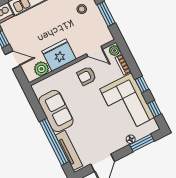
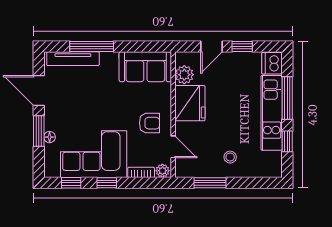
door: (95, 51) -> (173, 147), swing flipped
armchair: (87, 76) -> (149, 123), turned 90
sofa: (56, 111) -> (145, 67), moved
window: (54, 142) -> (92, 46), width x0.68
window: (142, 143) -> (39, 131), moved

